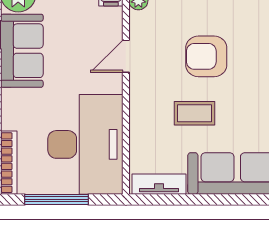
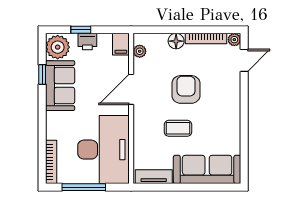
door: (126, 56) -> (131, 89), width x1.37
armchair: (206, 56) -> (186, 89), turned 90

